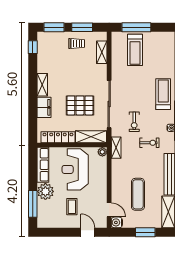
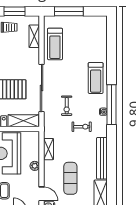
treadmill: (135, 50) -> (55, 44), moved
treadmill: (163, 94) -> (96, 78), turned 180
shelving: (116, 148) -> (49, 149), moved
plant: (102, 152) -> (35, 166), moved

